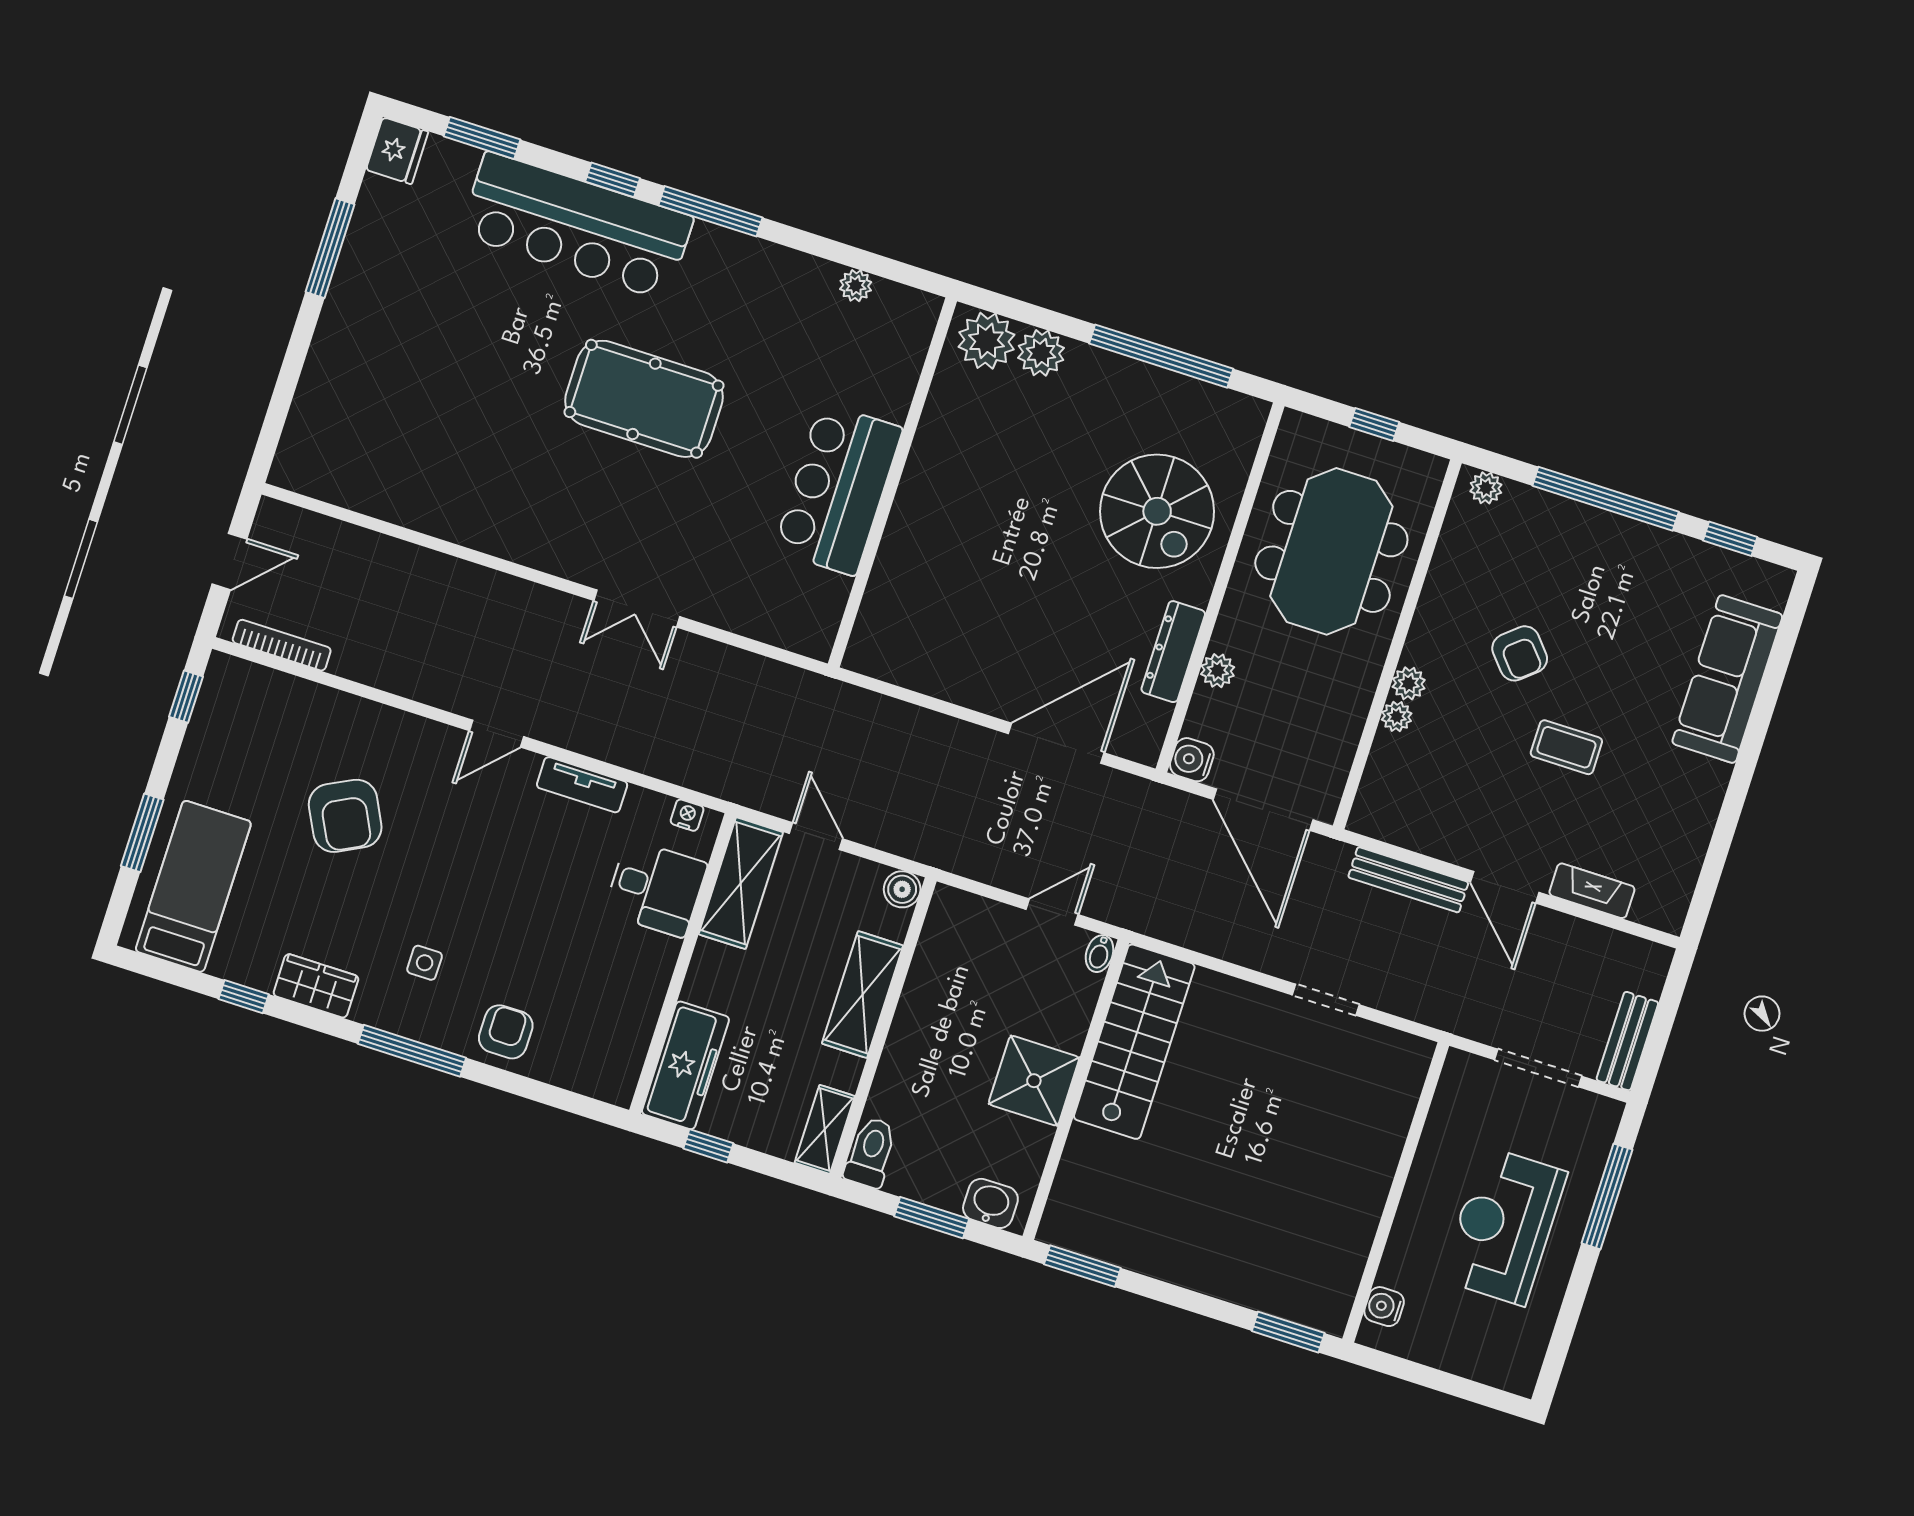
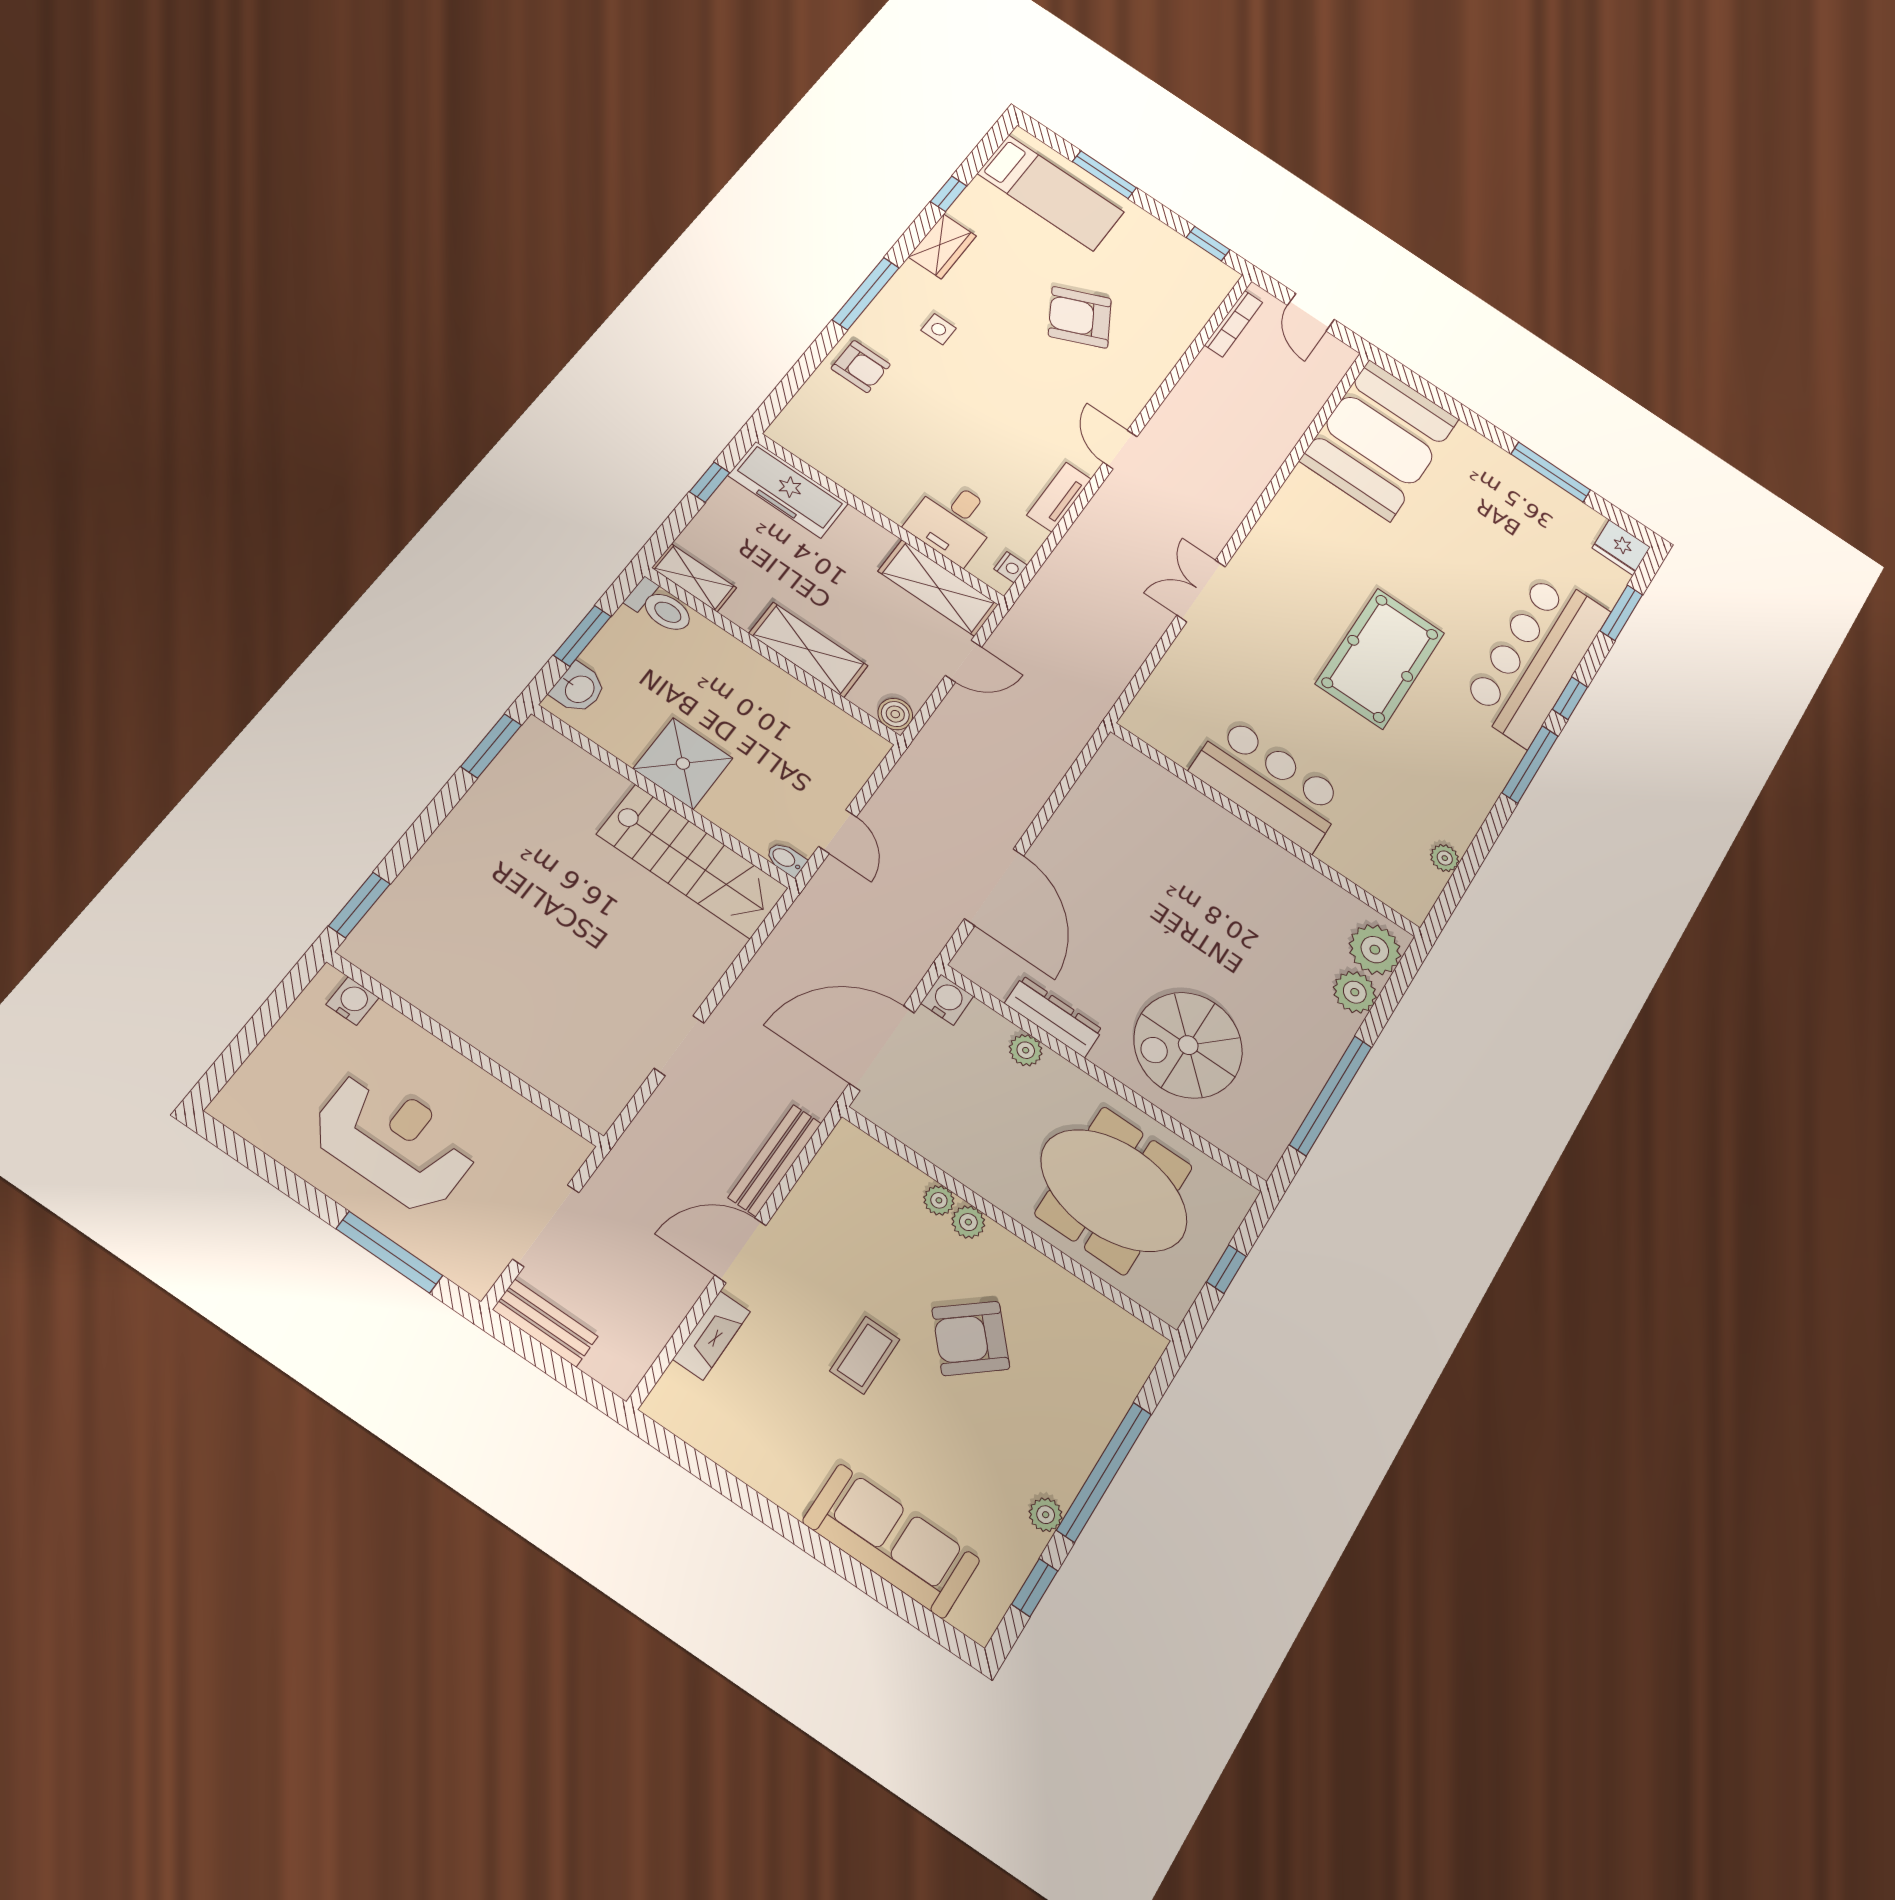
booth: (367, 451) -> (1380, 440), added
plant: (1486, 488) -> (1046, 1515), moved
armchair: (1520, 653) -> (971, 1338), width x1.38, depth x1.38

